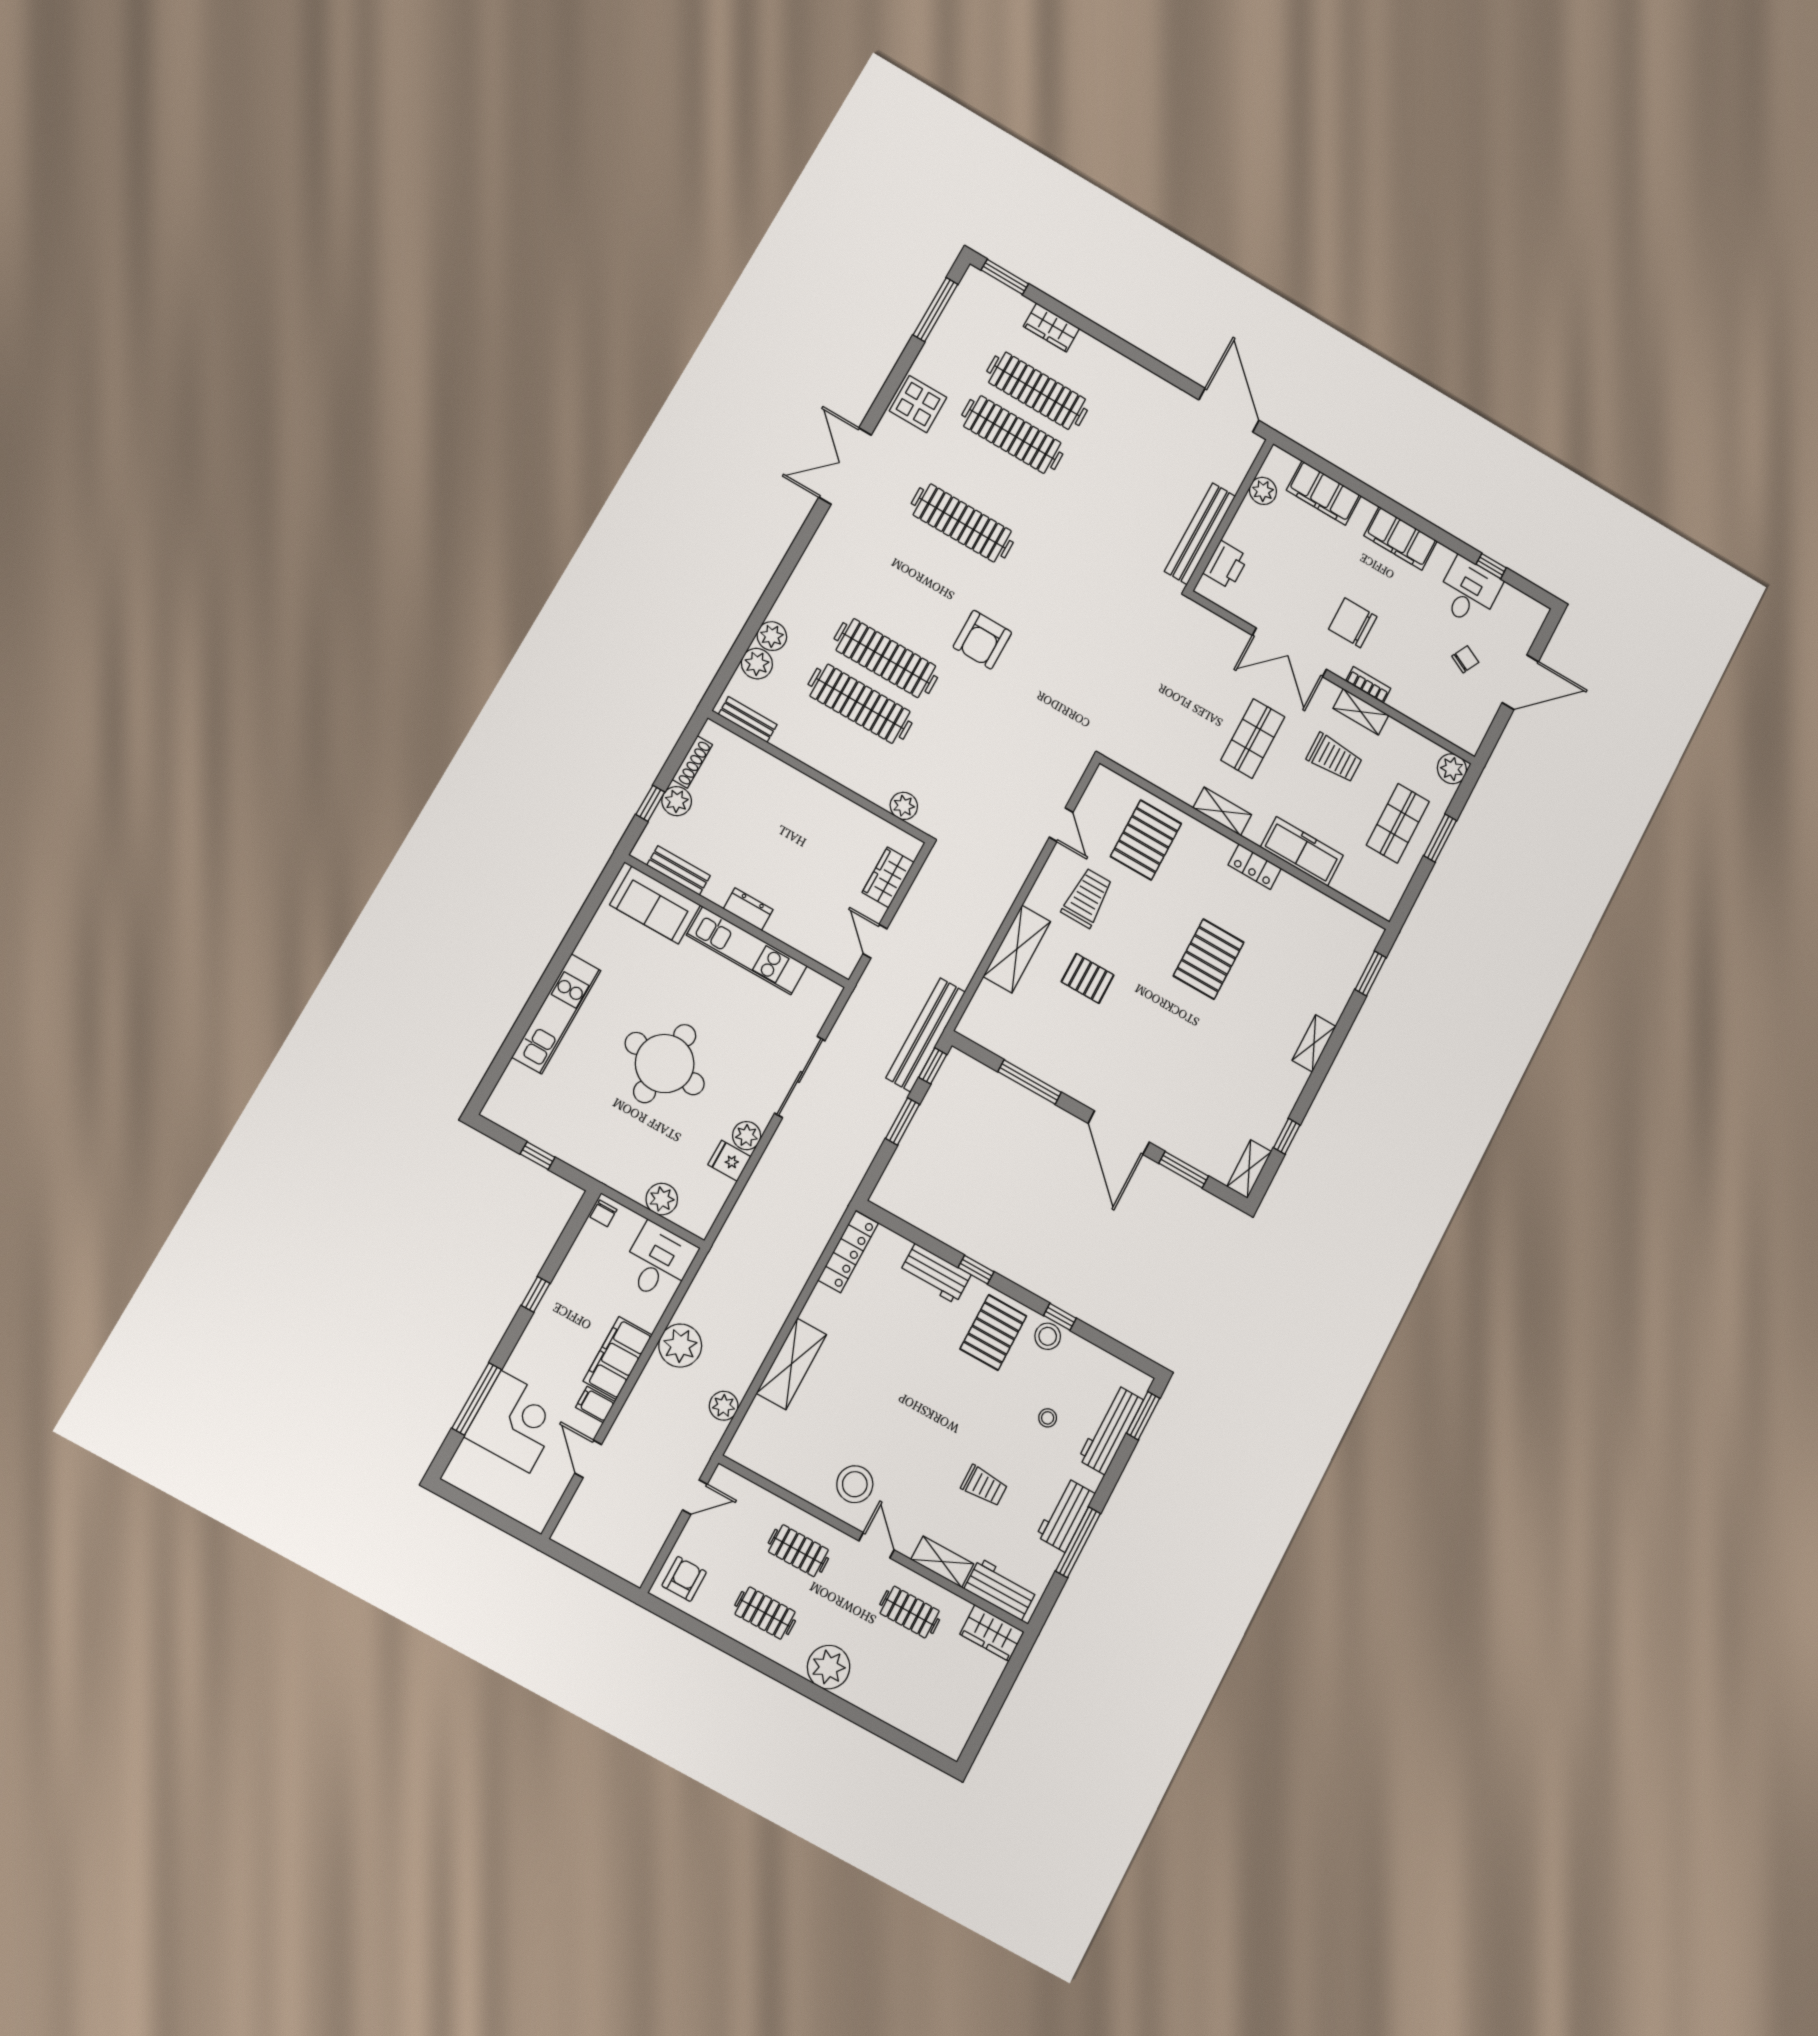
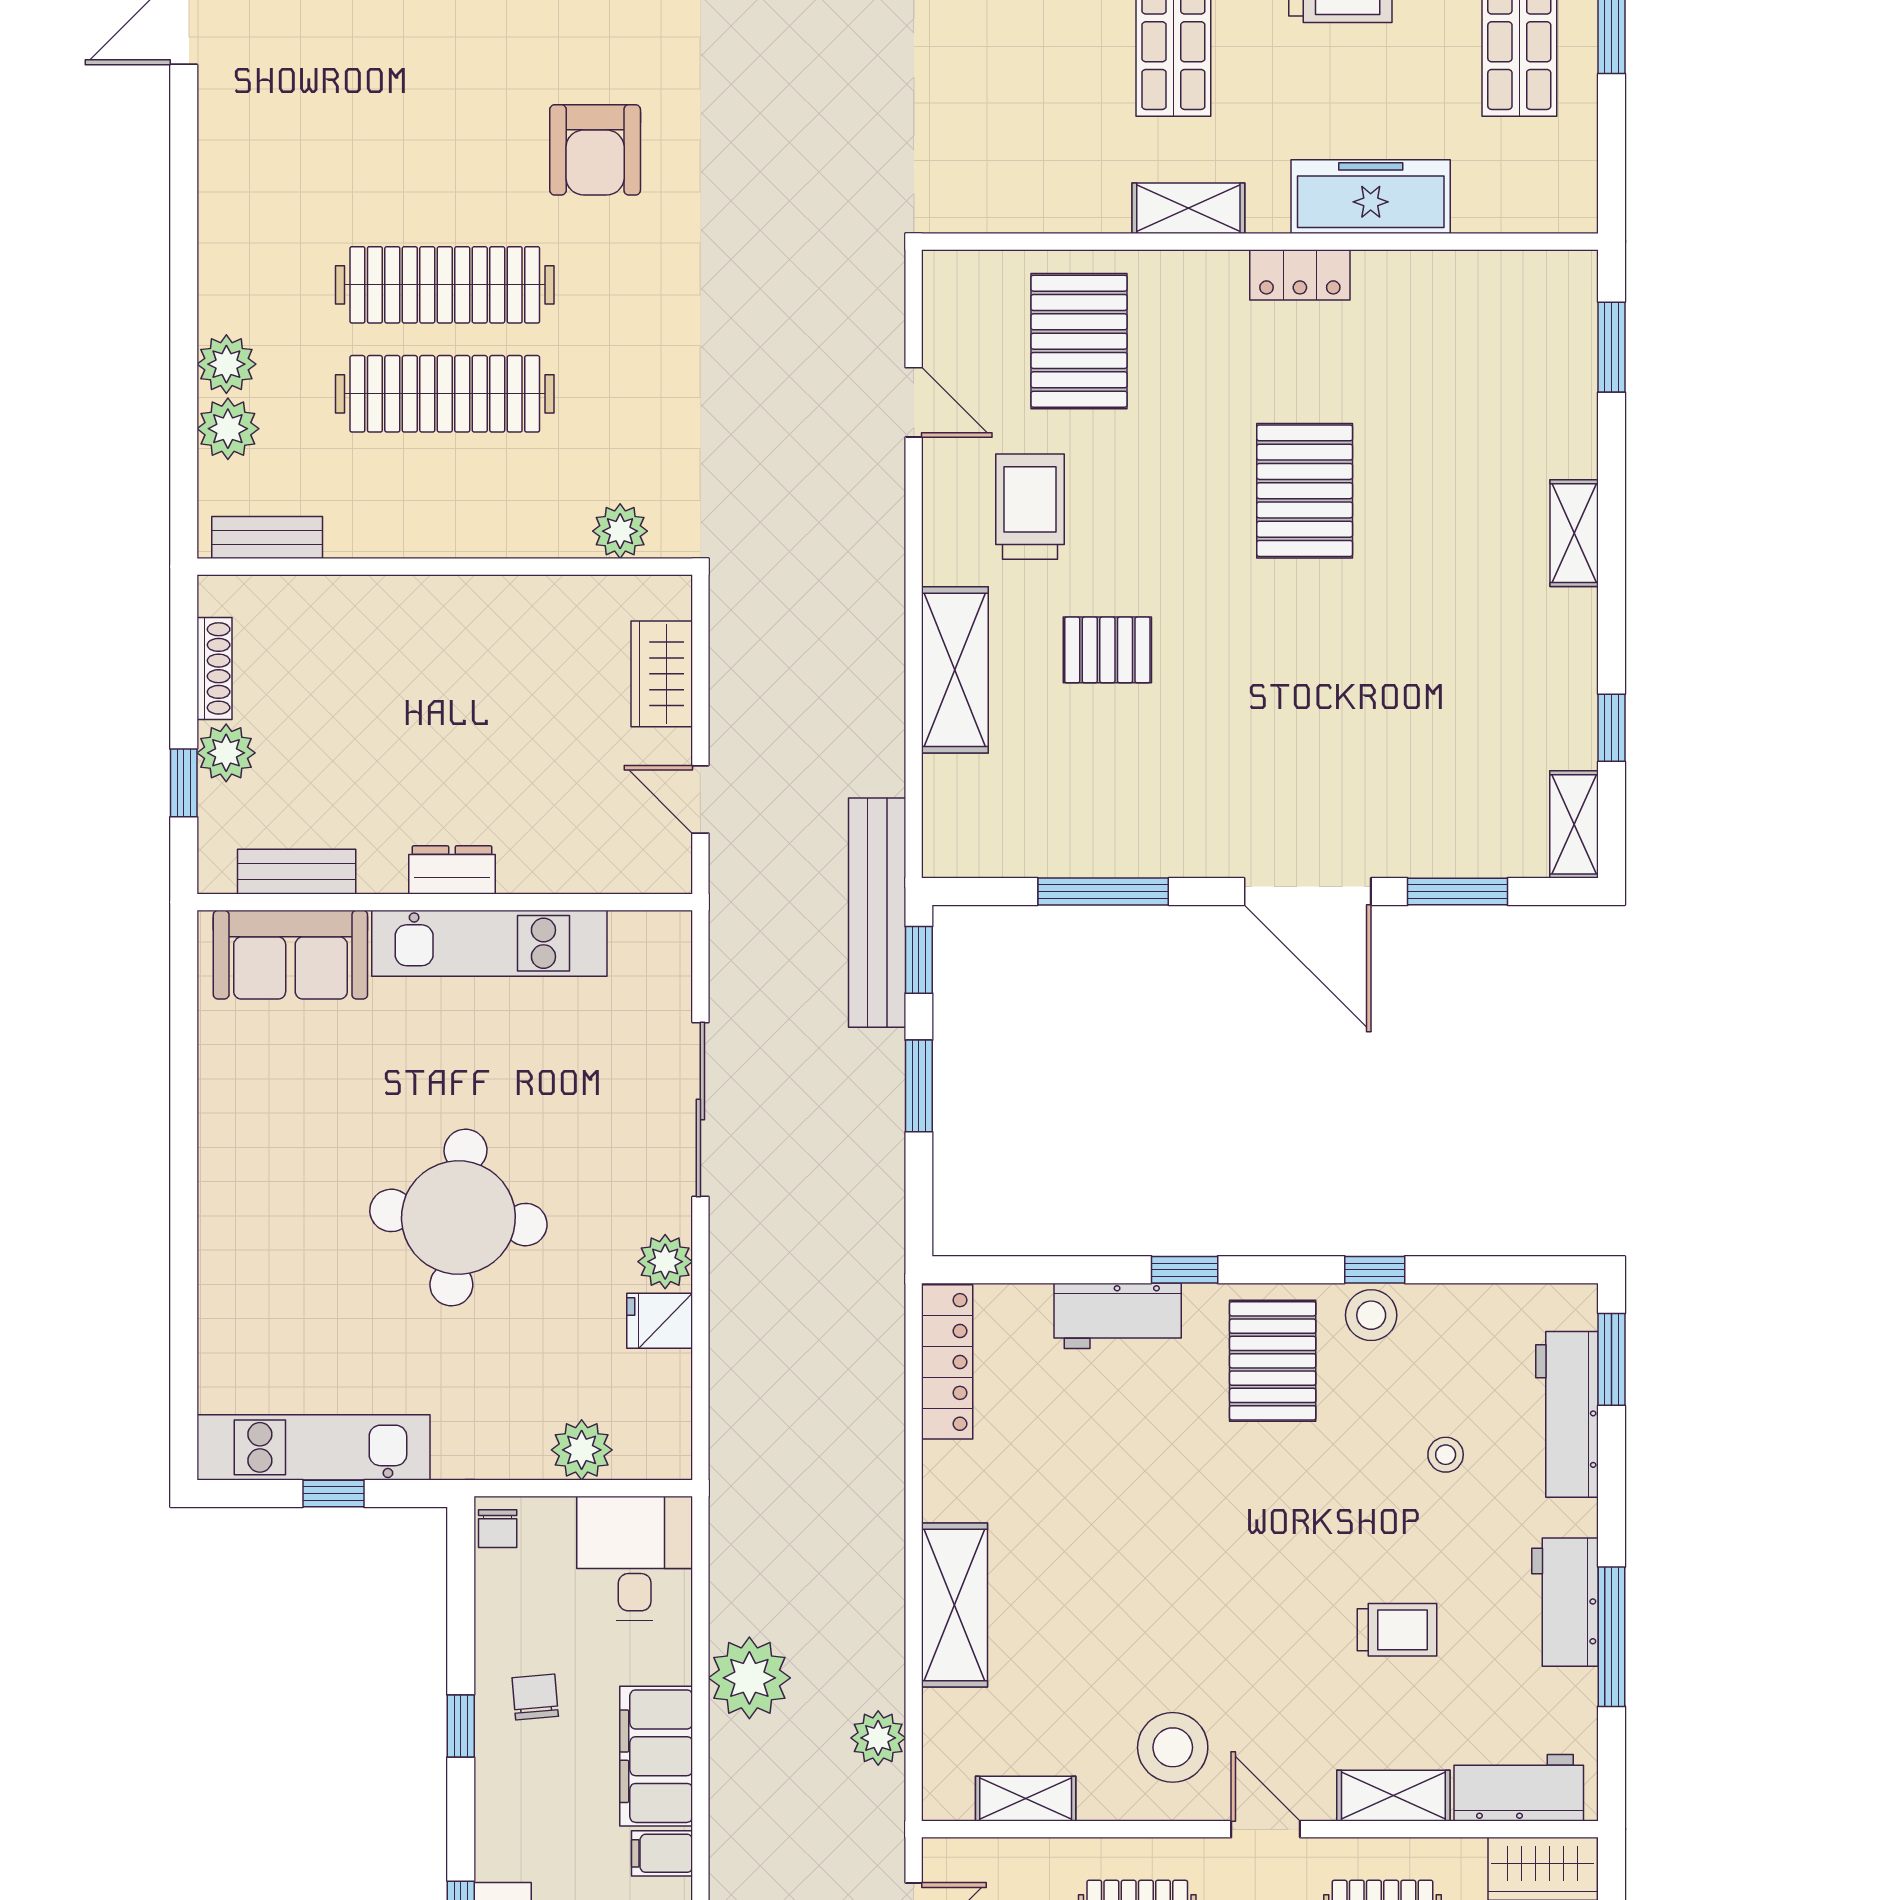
kitchen unit: (556, 1014) -> (313, 1447), moved, turned -90
chair: (577, 1300) -> (535, 1697), added
shelving: (775, 1471) -> (1026, 1799), added

